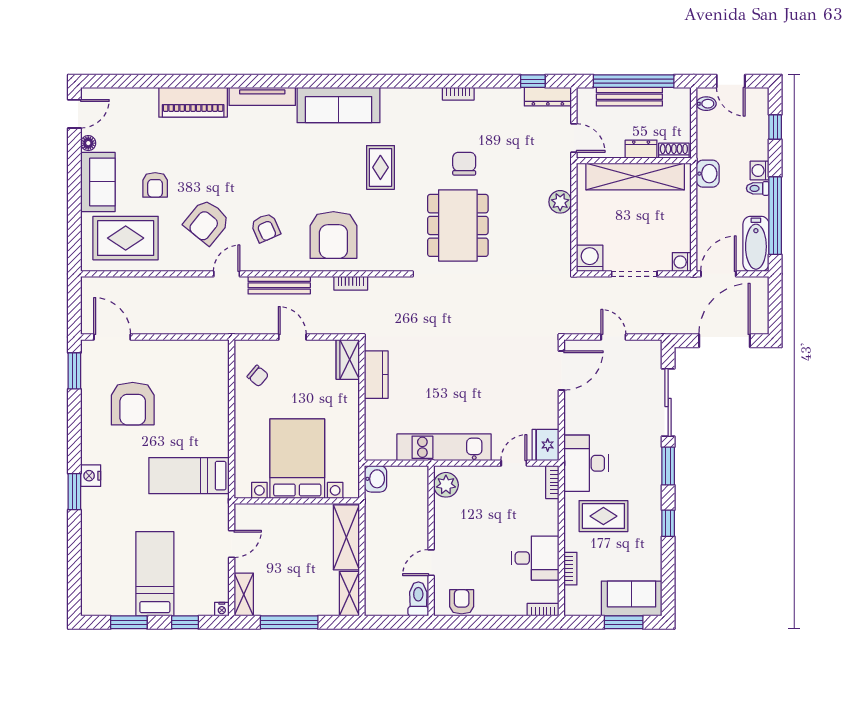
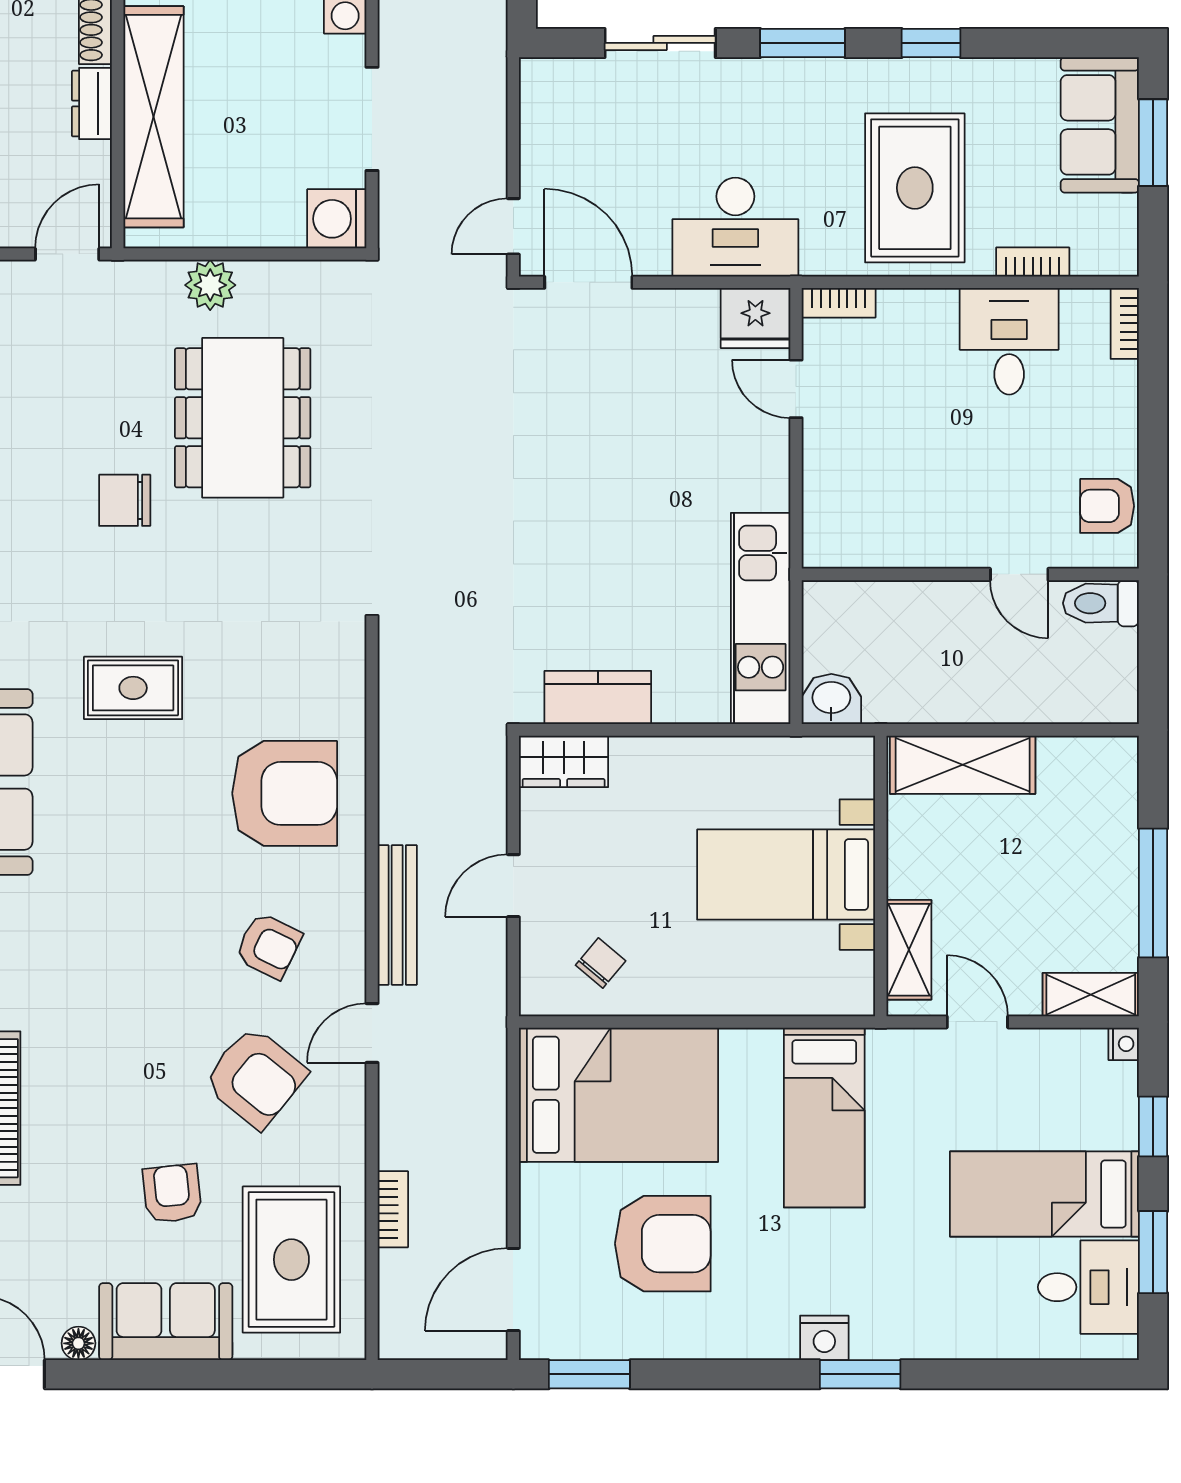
armchair: (155, 185) -> (172, 1193), turned -96
dining table: (458, 225) -> (243, 418), moved, turned 90
armchair: (266, 228) -> (268, 946), turned 50
door: (227, 274) -> (372, 1033), hinge flipped
bookcase: (351, 283) -> (393, 1209), moved
door: (613, 337) -> (513, 226), moved
bed: (199, 384) -> (619, 1095), added
sliding door: (668, 402) -> (660, 43), width x0.73
kitchen unit: (444, 447) -> (761, 619), moved
bed with nightstands: (297, 459) -> (786, 875), width x0.73
desk: (586, 463) -> (735, 227), moved
plant: (446, 485) -> (845, 541), removed
rug: (603, 516) -> (915, 188), width x1.36, depth x1.43
desk: (113, 593) -> (1088, 1287), added
shelving: (349, 594) -> (909, 950), moved, turned 90

